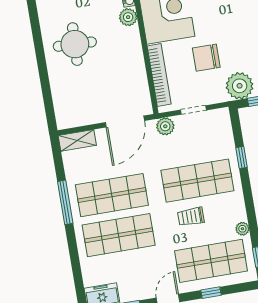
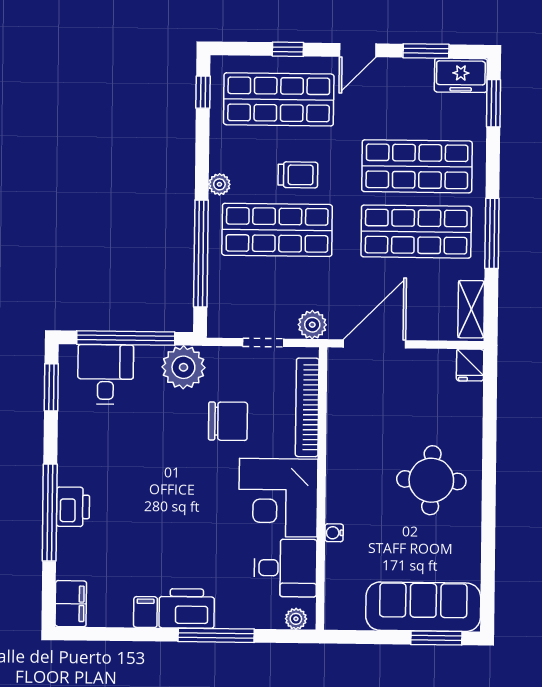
plant: (128, 17) -> (340, 507), removed
fridge: (64, 119) -> (470, 365), added
shelving: (77, 140) -> (471, 309), moved, turned 90
window: (242, 158) -> (201, 254), width x3.17
plant: (242, 229) -> (219, 184), moved
window: (79, 282) -> (494, 103), added

